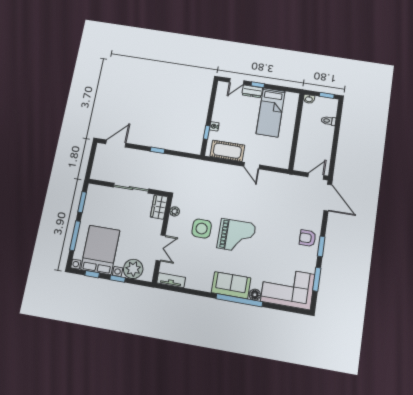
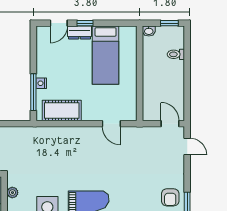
window: (207, 132) -> (33, 92), width x2.17
door: (252, 166) -> (111, 124), moved
door: (316, 176) -> (170, 124), hinge flipped
door: (328, 197) -> (187, 147), width x0.53
armchair: (307, 238) -> (170, 197), turned -90

